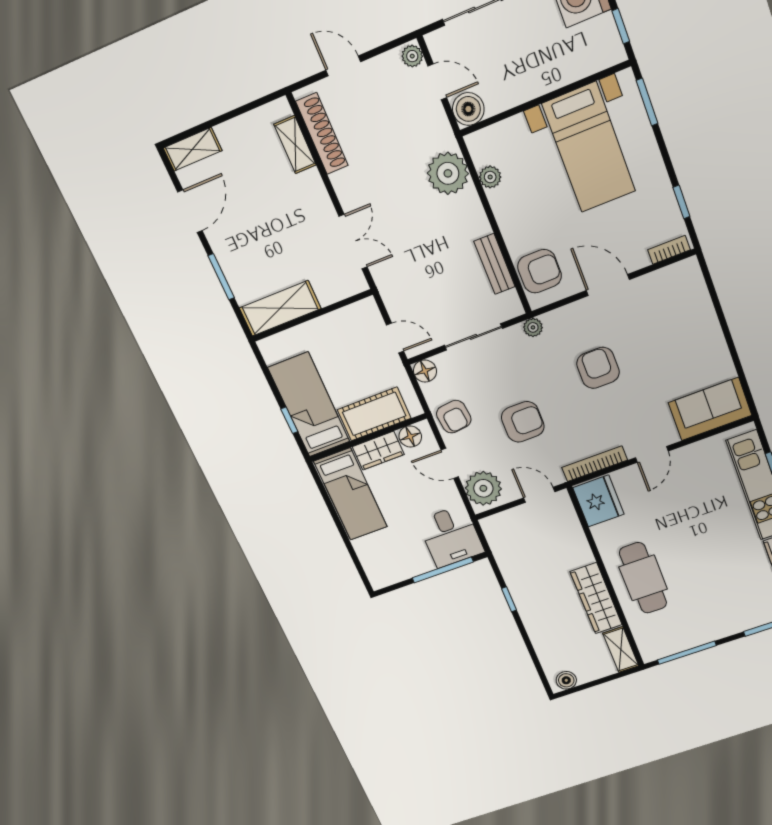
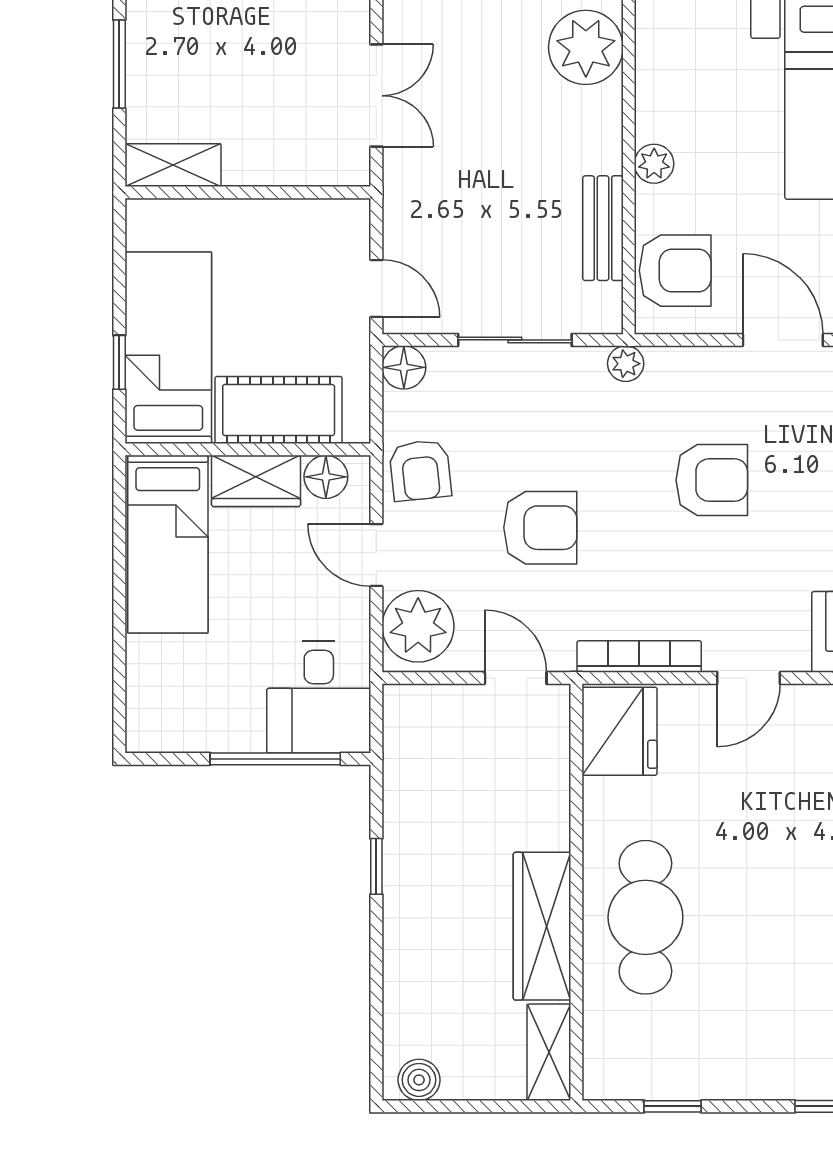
plant: (490, 177) -> (654, 164), moved
shelving: (280, 308) -> (173, 165), width x0.67, depth x0.75
armchair: (598, 368) -> (712, 480), turned 90
window: (687, 653) -> (673, 1106), width x0.46

